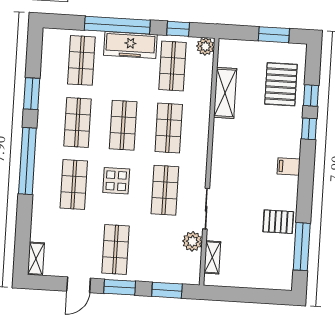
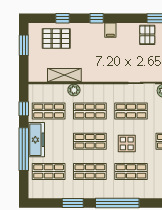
plant: (205, 46) -> (74, 90), moved
window: (309, 129) -> (97, 18), moved

